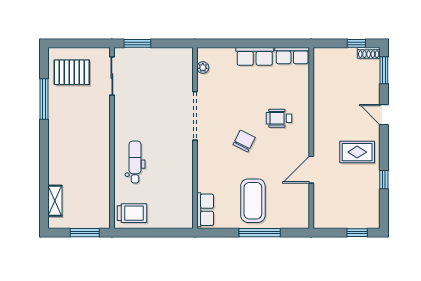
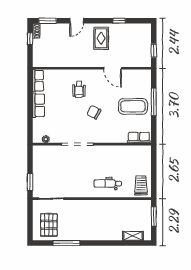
window: (357, 233) -> (154, 50), moved

